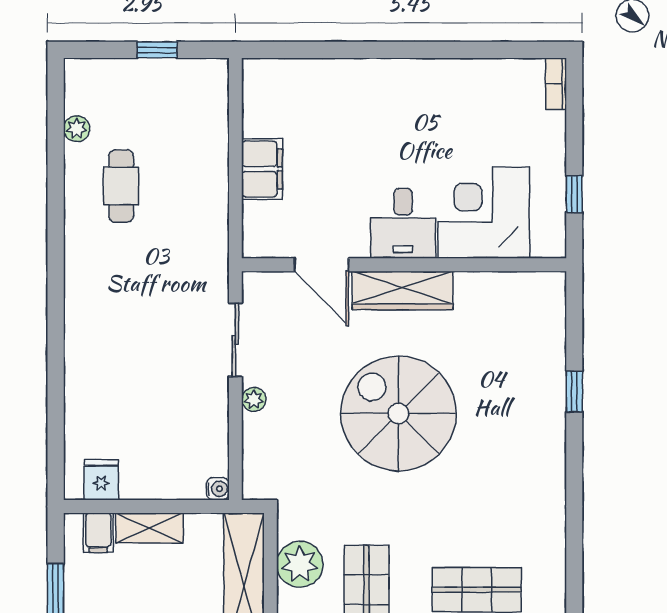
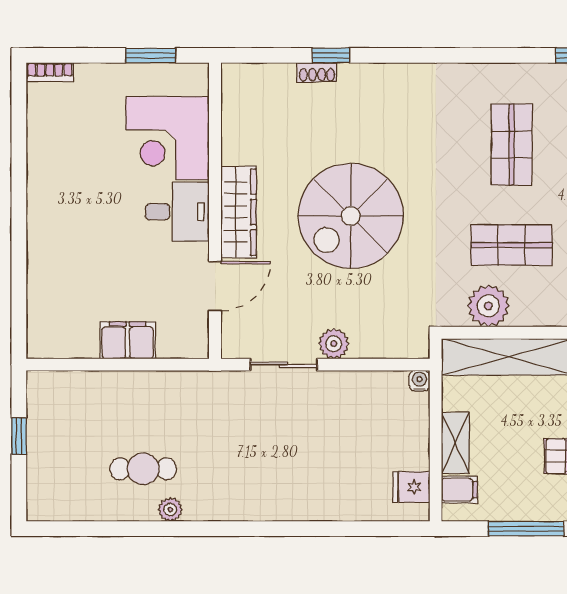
plant: (77, 129) -> (170, 510), moved
window: (574, 194) -> (151, 55), width x1.50
shoe rack: (556, 377) -> (317, 72), added
plant: (254, 399) -> (334, 344), width x1.38, depth x1.38

